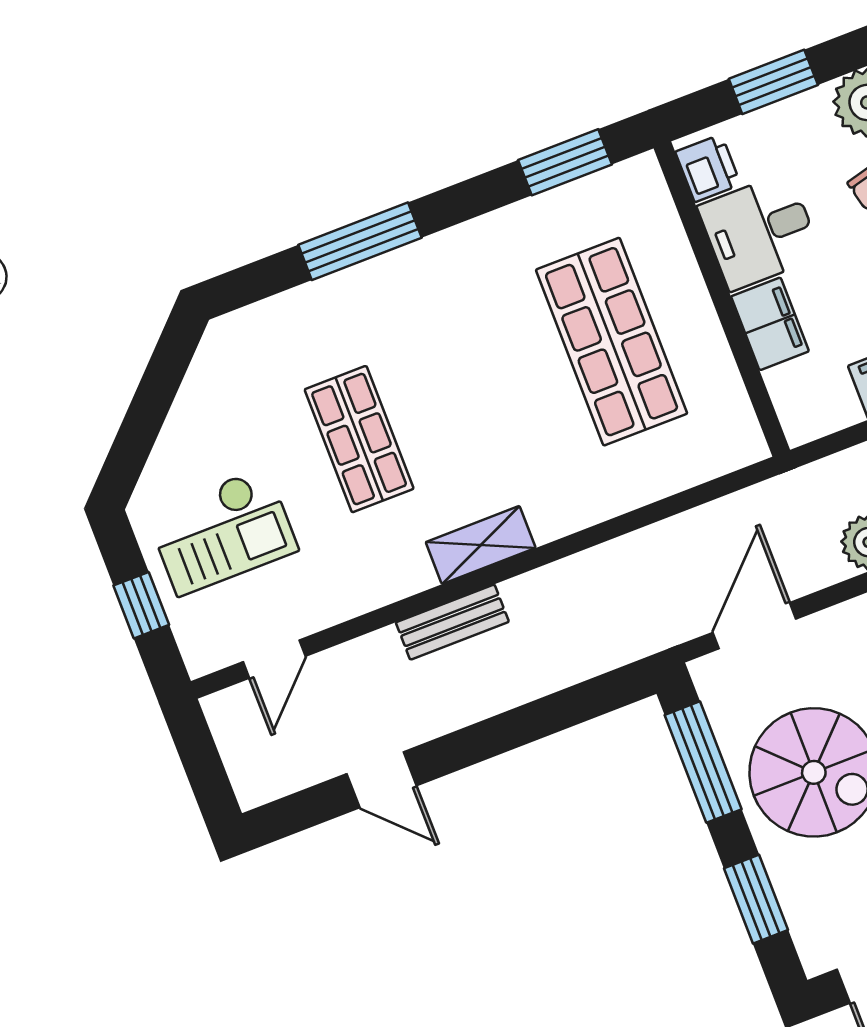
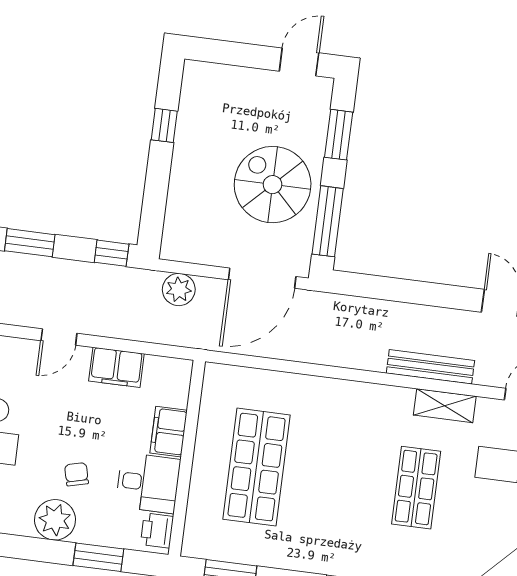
shelving: (481, 545) -> (445, 406), moved
bench: (452, 622) -> (430, 367), width x1.36
door: (754, 626) -> (262, 278), width x1.36

